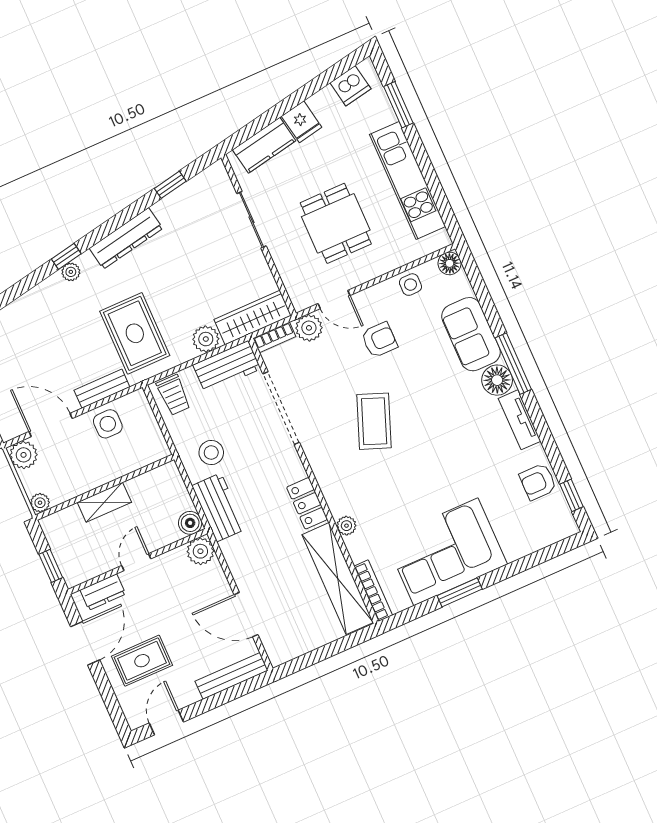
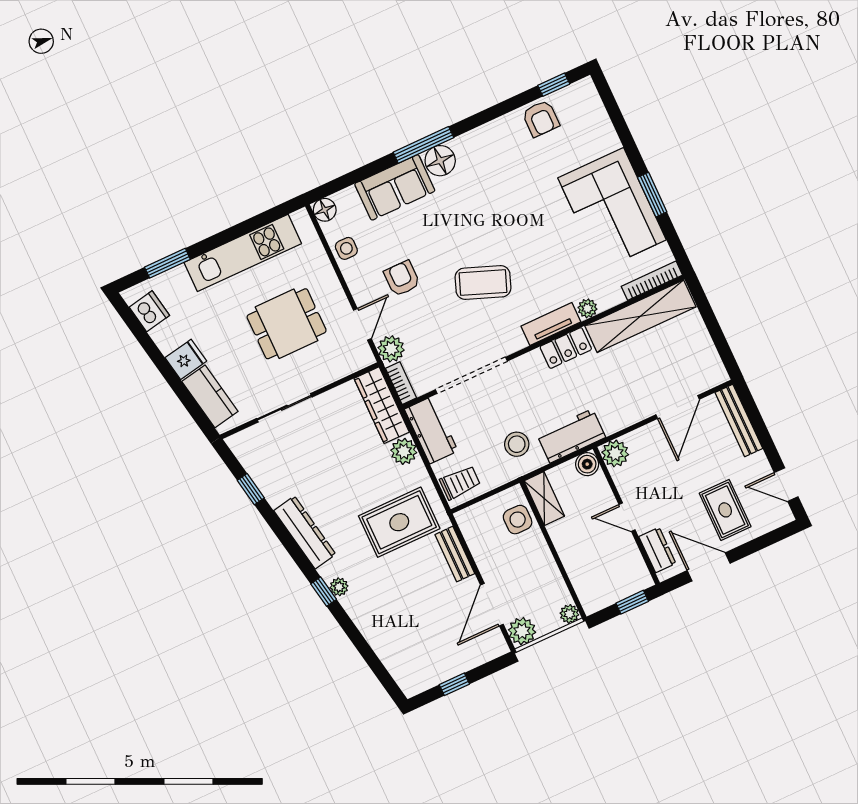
tv unit: (520, 420) -> (551, 324), moved, turned 180
side table: (108, 424) -> (518, 520), moved
shelving: (104, 502) -> (544, 498), moved

